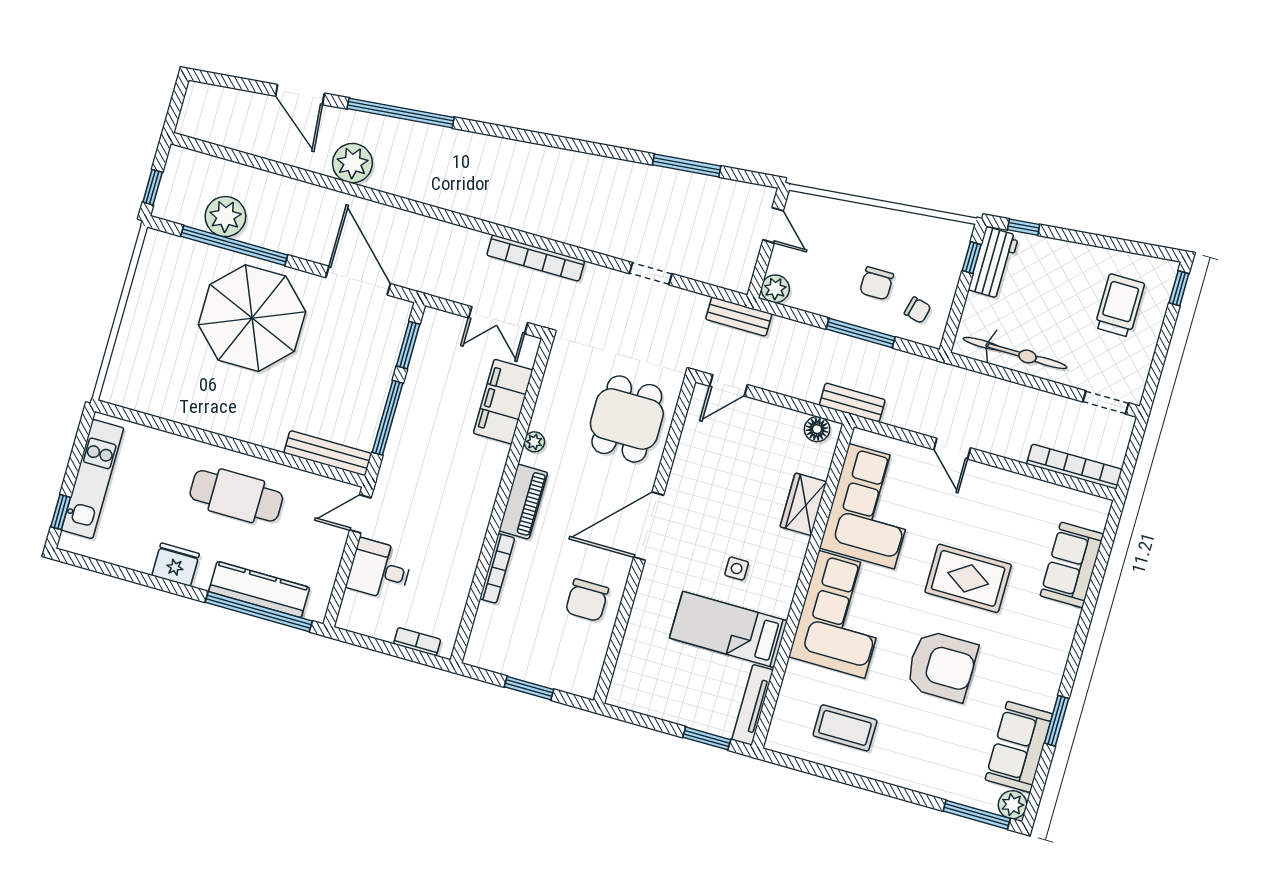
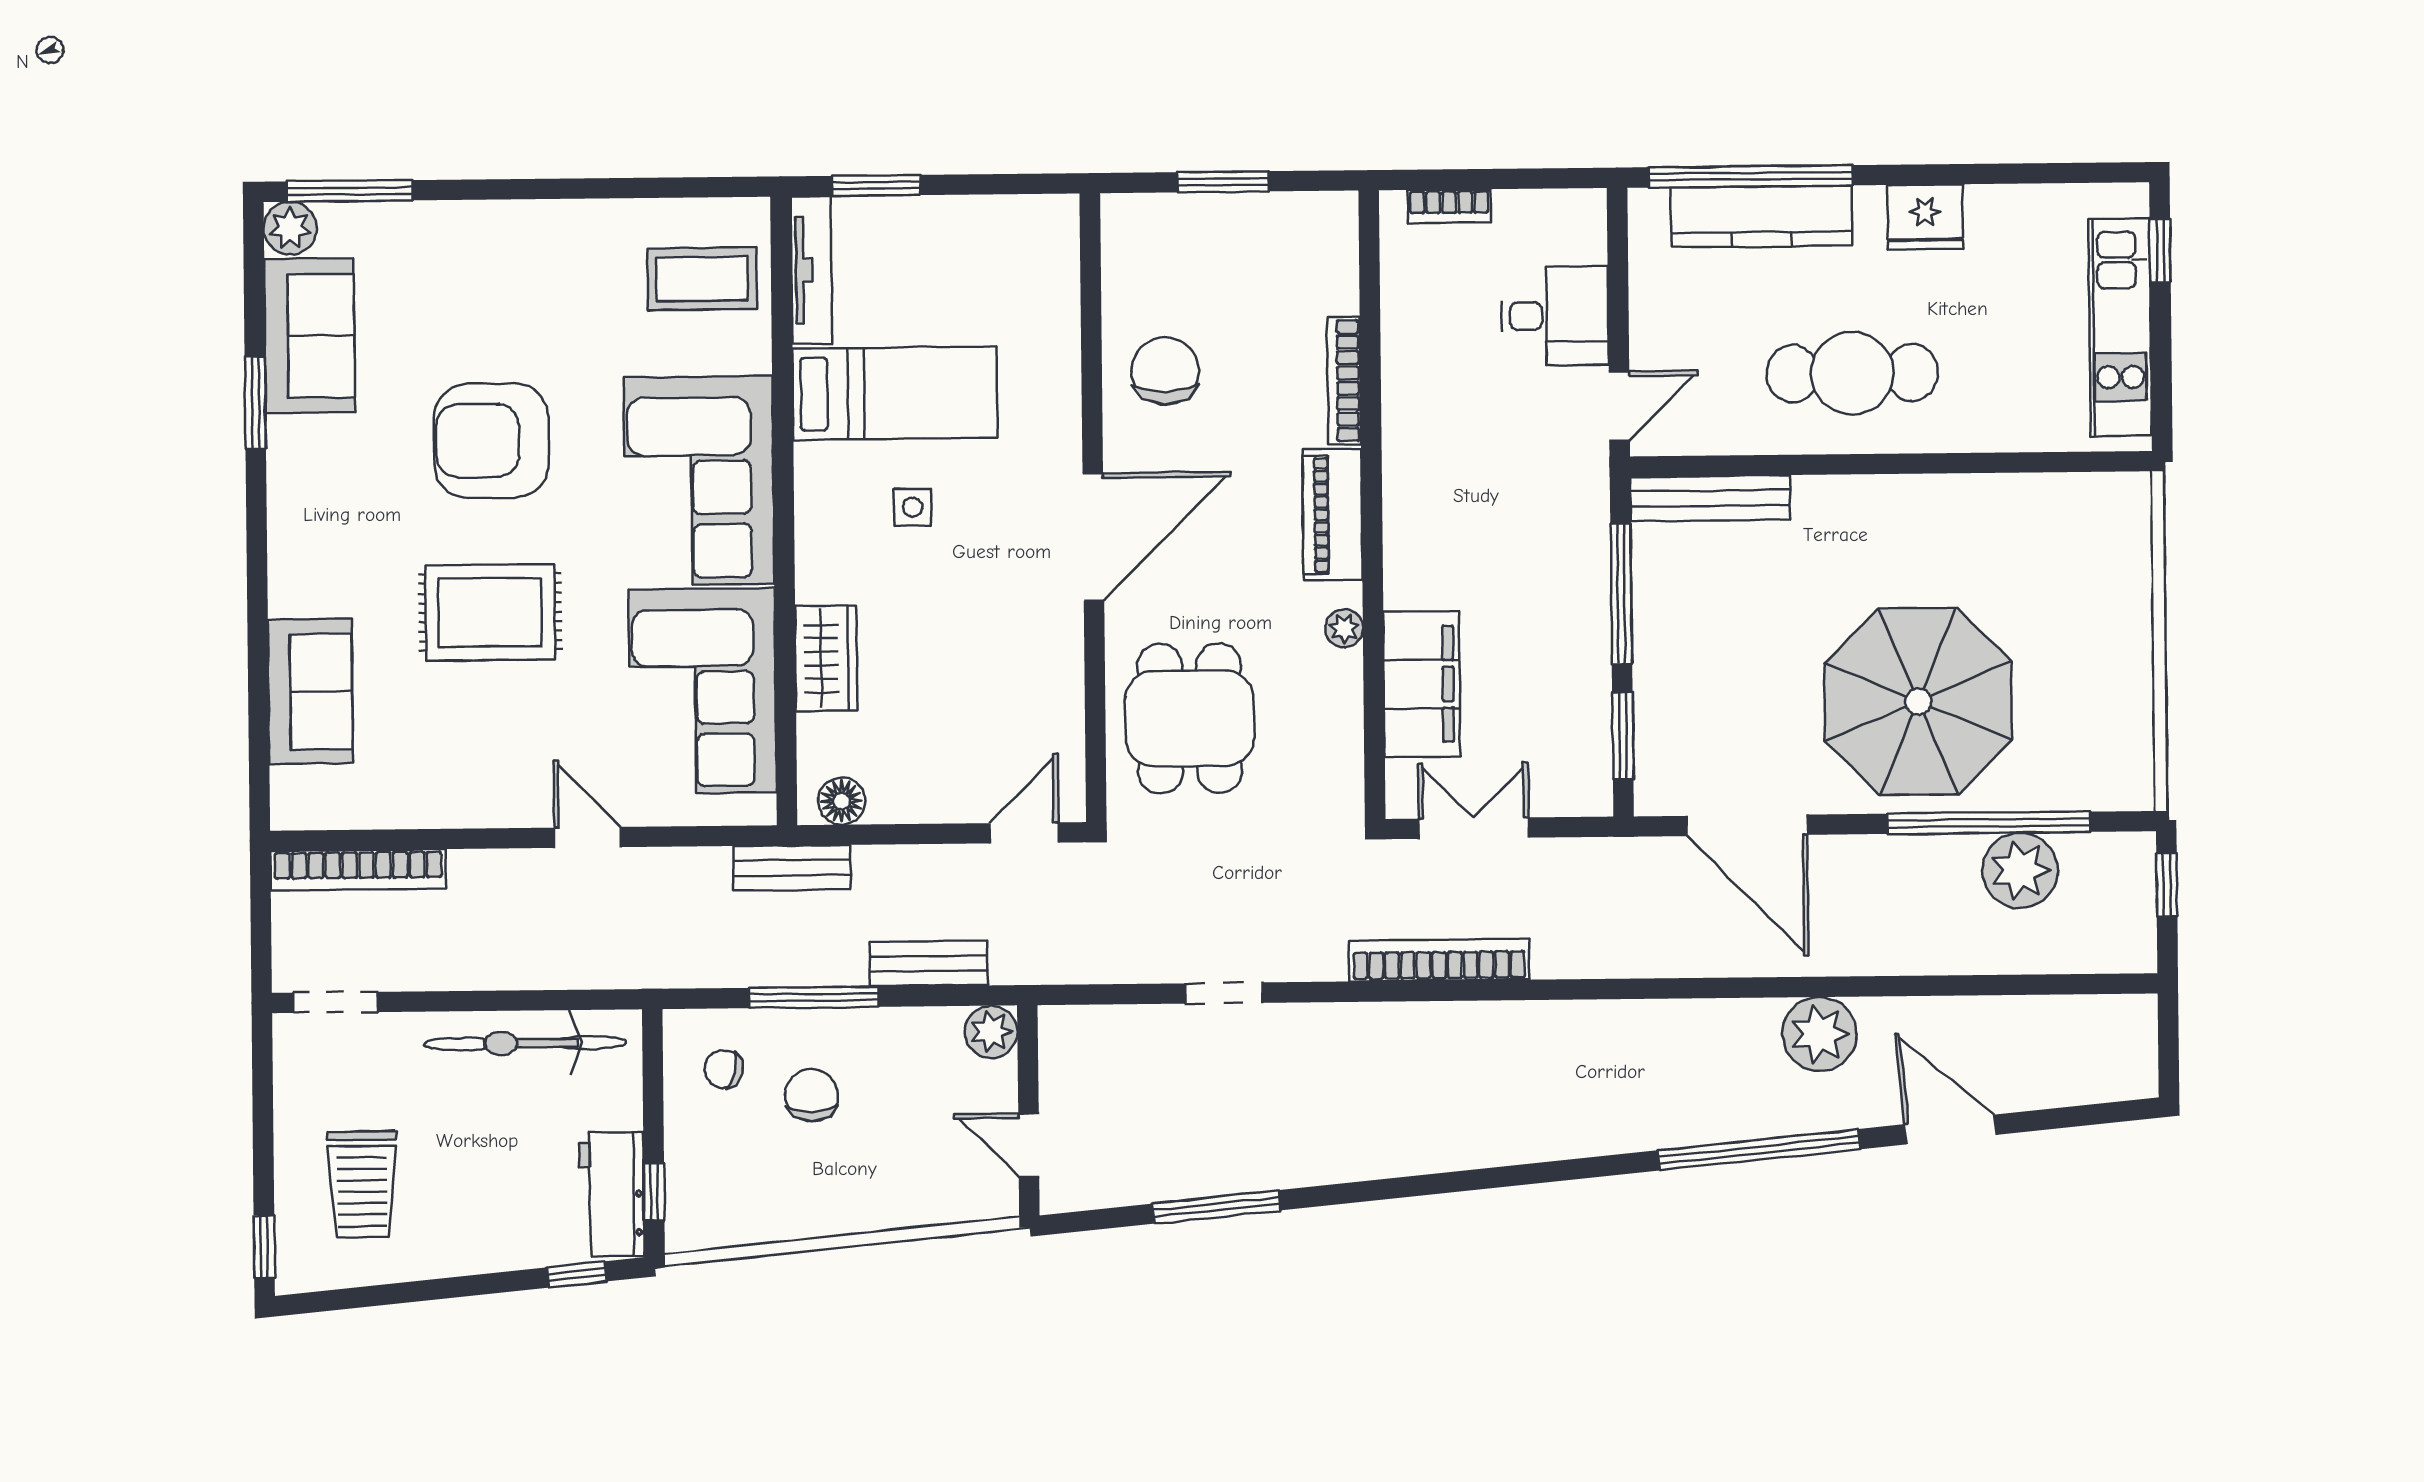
bench: (739, 317) -> (928, 964), moved
coffee table: (845, 728) -> (702, 279), moved

